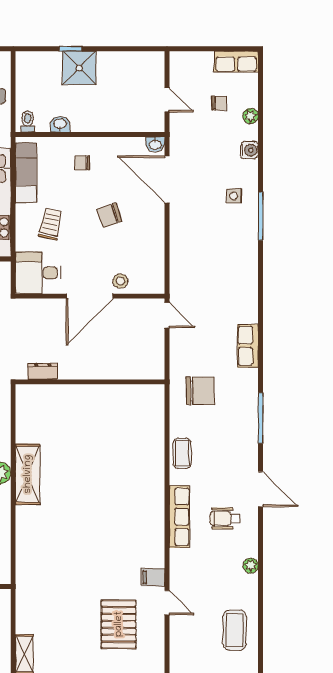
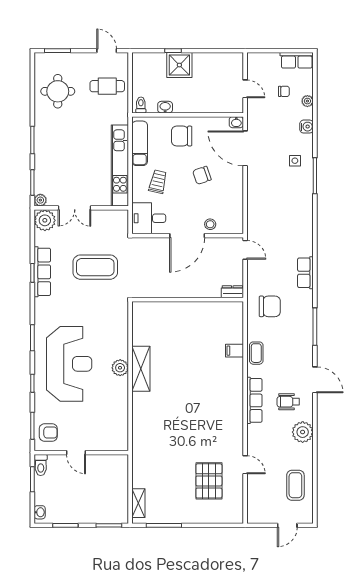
chair: (82, 163) -> (182, 136), width x1.87, depth x1.87
dresser: (43, 371) -> (232, 292), moved
plant: (251, 566) -> (303, 432), width x1.88, depth x1.88
filing cabinet: (153, 577) -> (234, 351), moved

